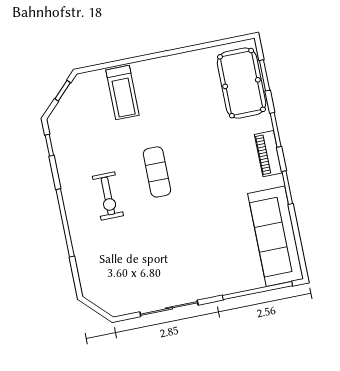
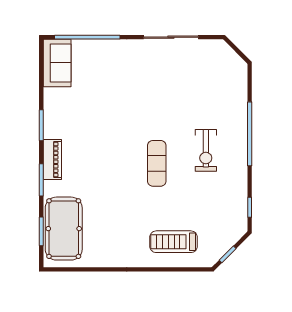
treadmill: (123, 93) -> (174, 242), turned -90
exercise bike: (108, 196) -> (206, 150), turned 180
sofa: (276, 236) -> (57, 63), width x0.54, depth x0.79

